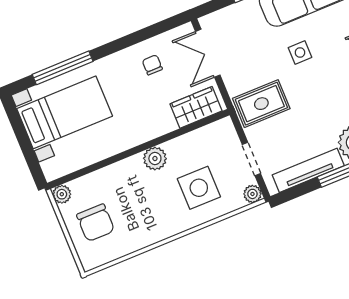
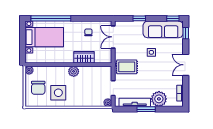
window: (63, 68) -> (51, 18), width x1.46
wardrobe: (196, 107) -> (84, 57), moved
side table: (199, 188) -> (58, 93), moved

